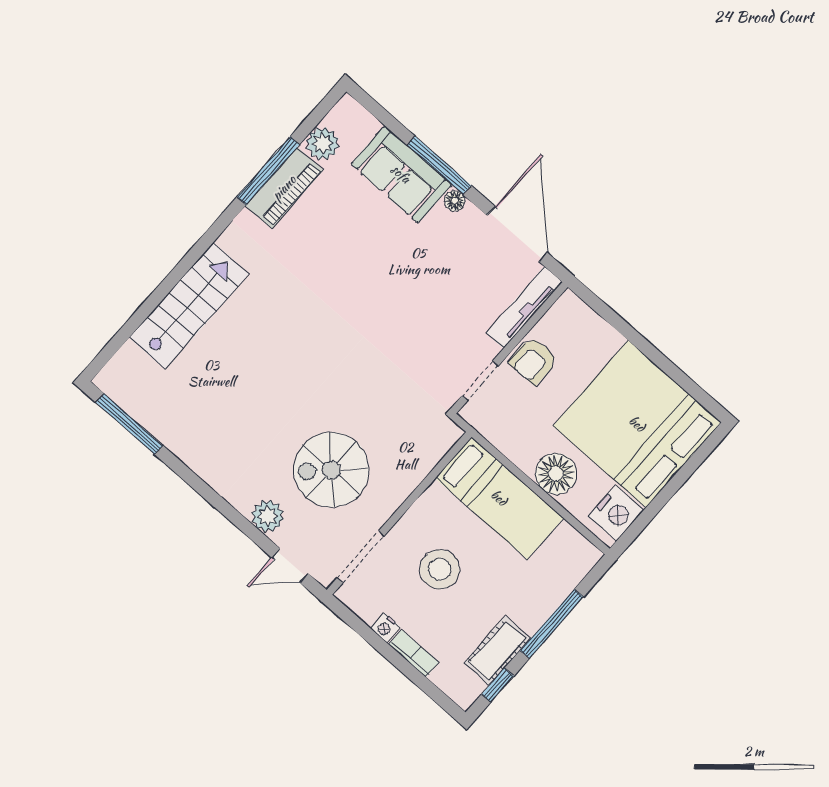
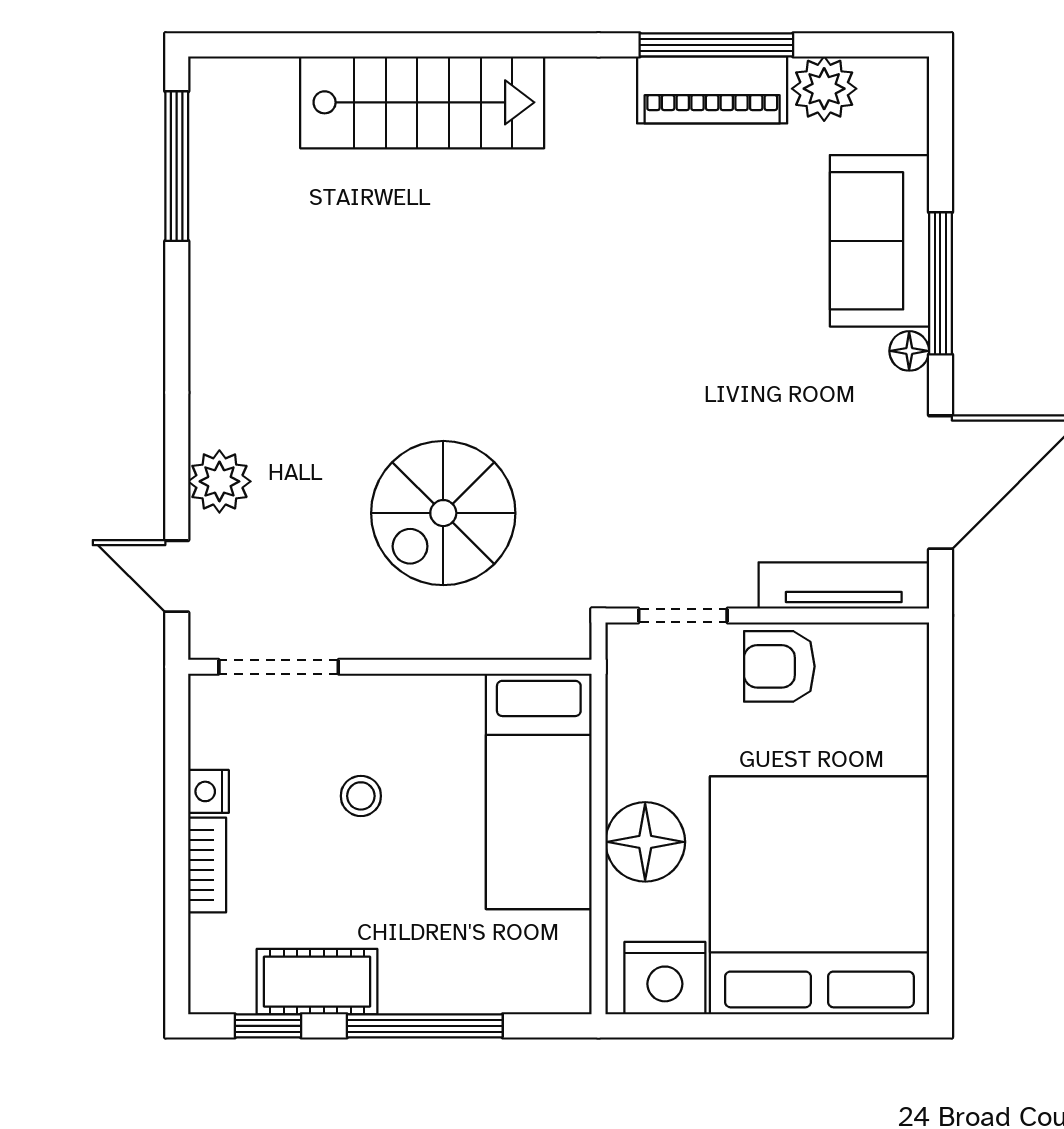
spiral stairs: (331, 470) -> (443, 513), moved, turned -90
stool: (440, 569) -> (361, 796), width x0.53, depth x0.53

